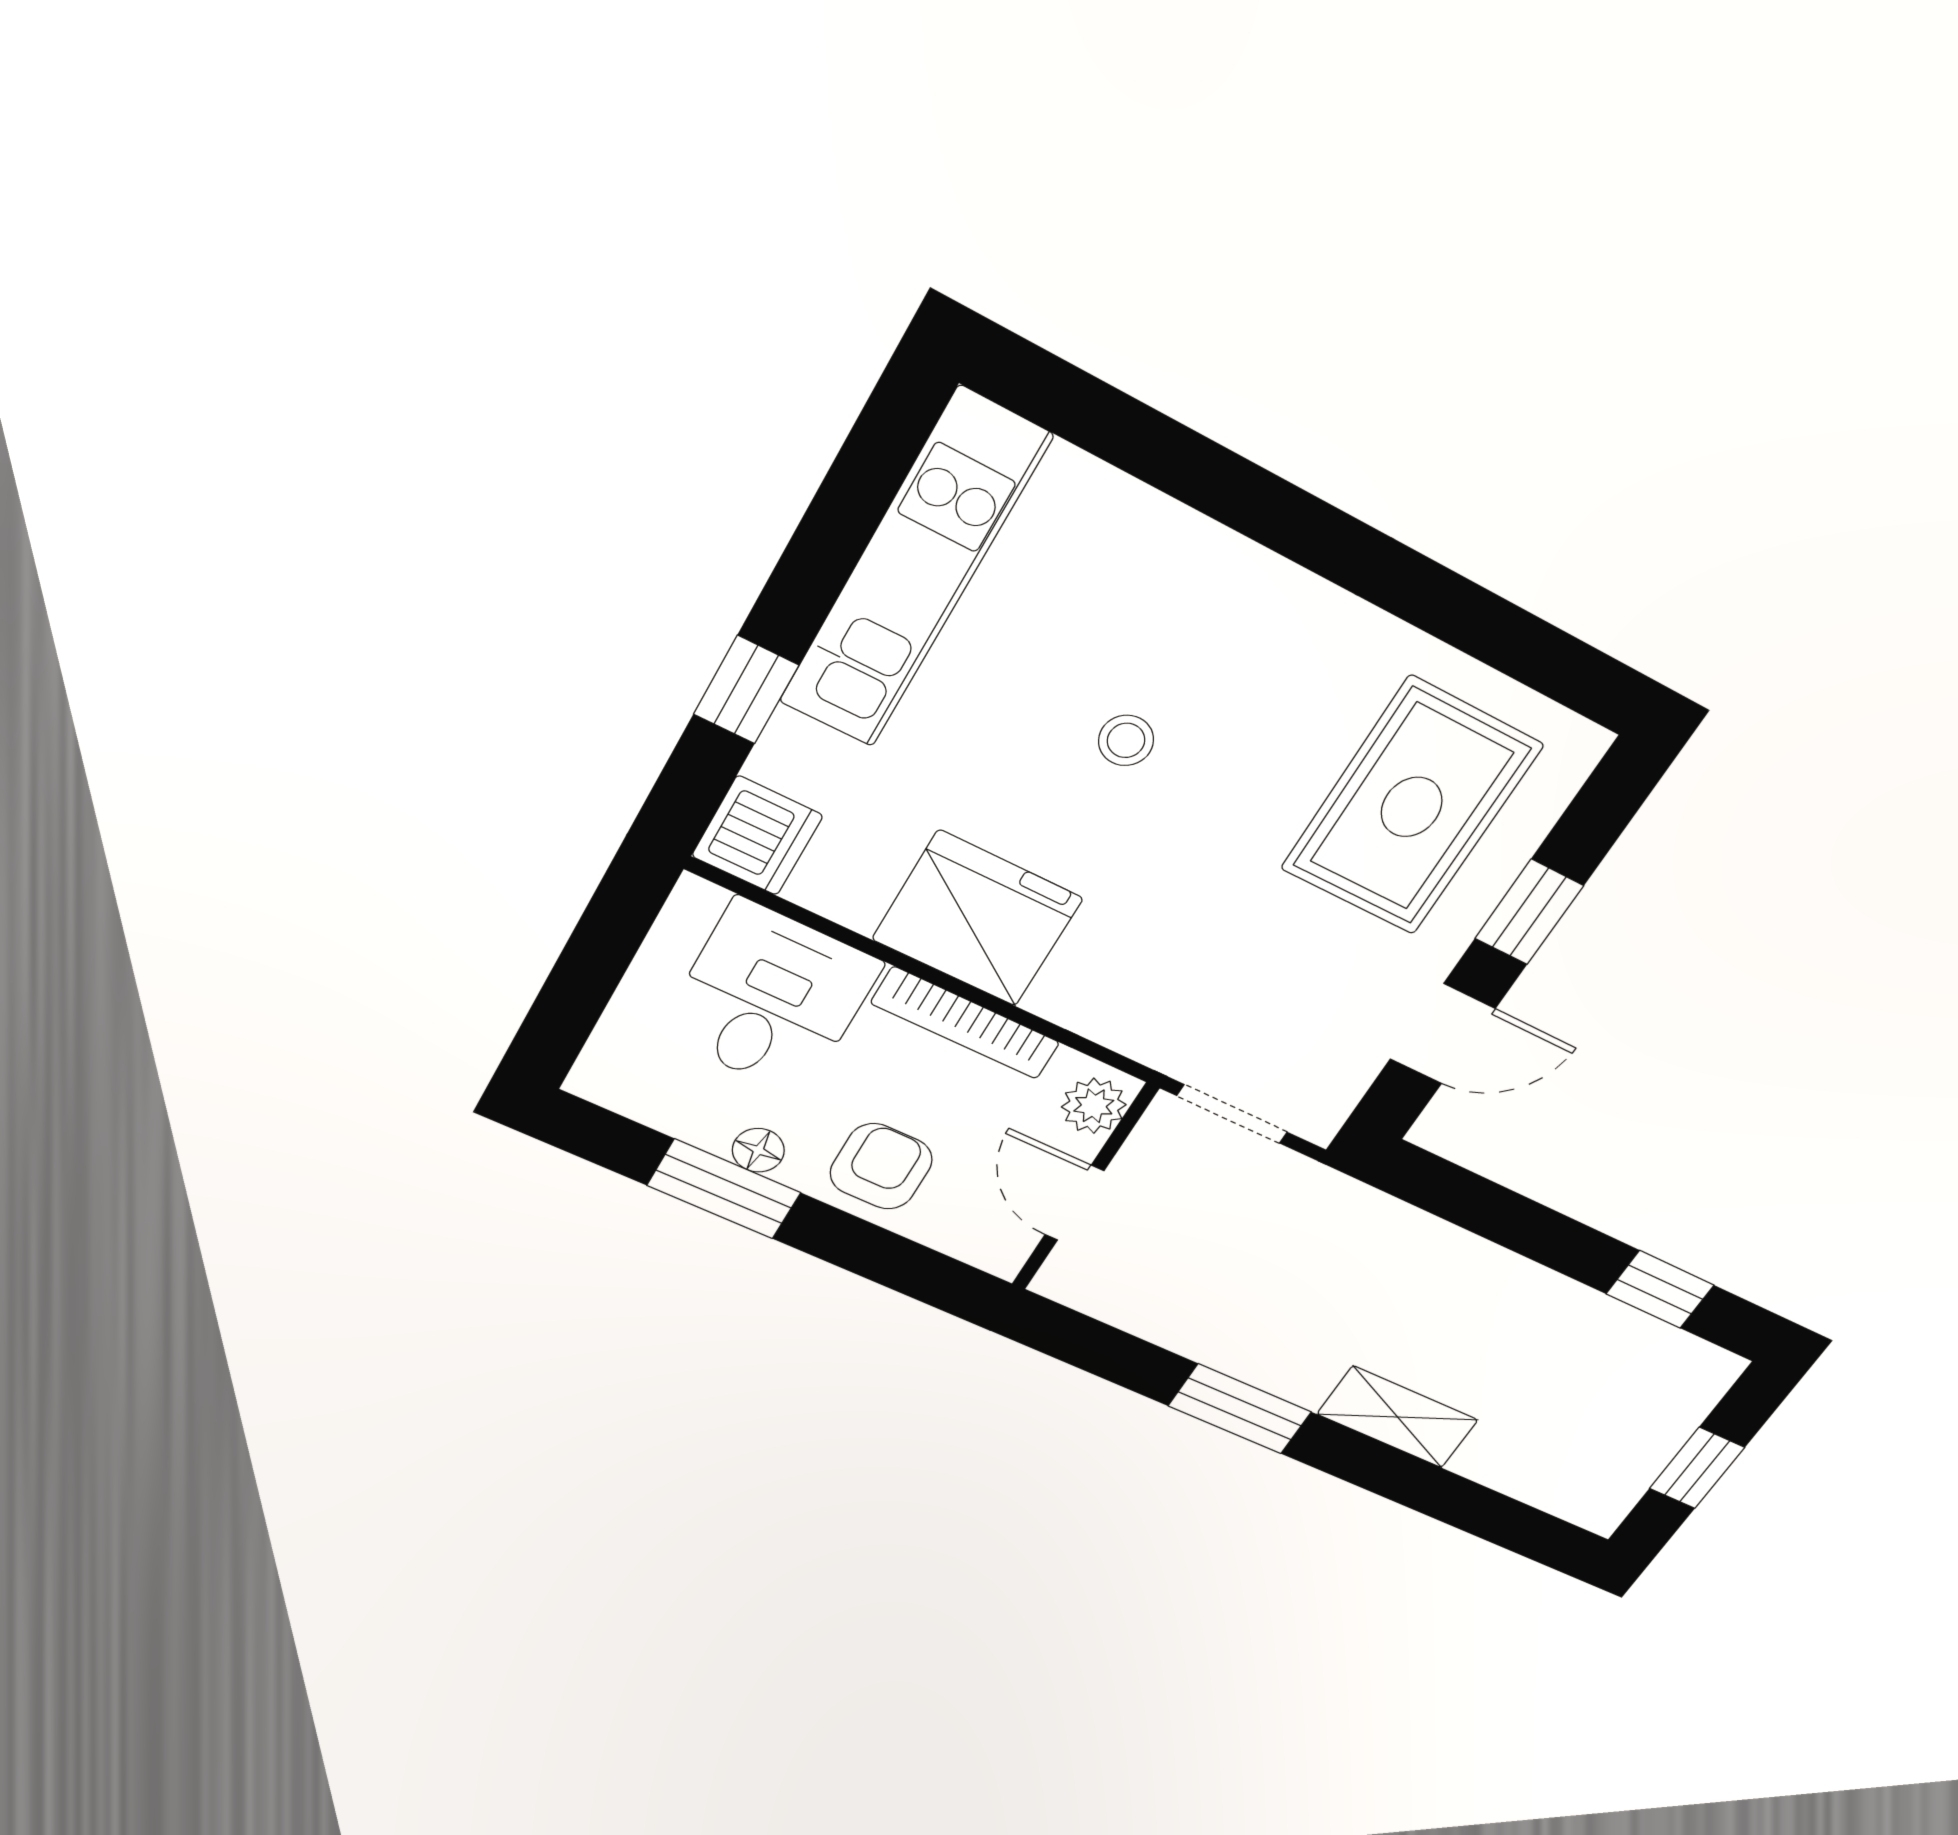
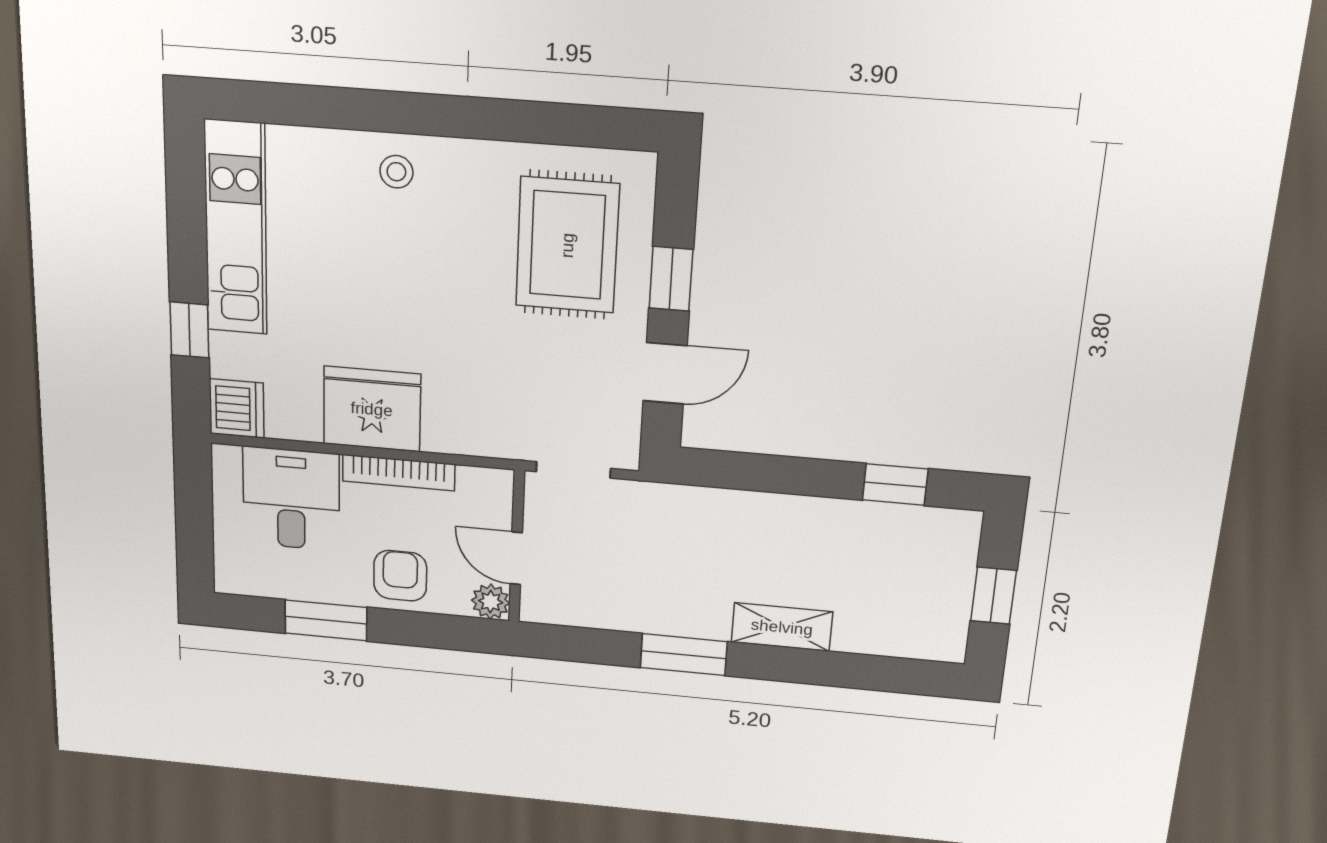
stool: (1126, 740) -> (396, 172), moved
plant: (1094, 1106) -> (491, 602), moved
floor lamp: (758, 1150) -> (332, 590), removed

